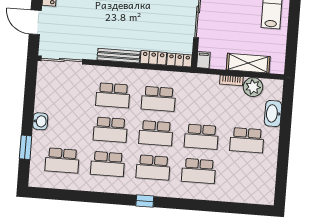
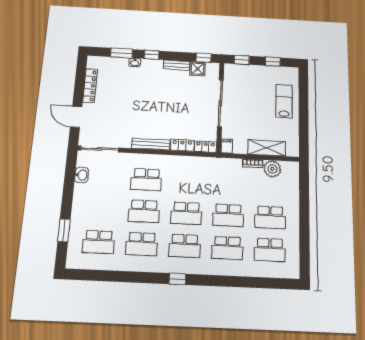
school desk: (158, 99) -> (270, 250), moved
washbasin: (273, 114) -> (292, 192), removed
washbasin: (40, 121) -> (82, 175), moved

